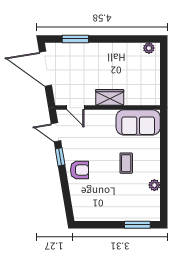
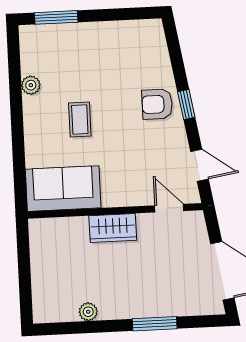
window: (75, 39) -> (155, 324), moved
plant: (149, 48) -> (88, 312), moved
window: (60, 157) -> (186, 104), moved

